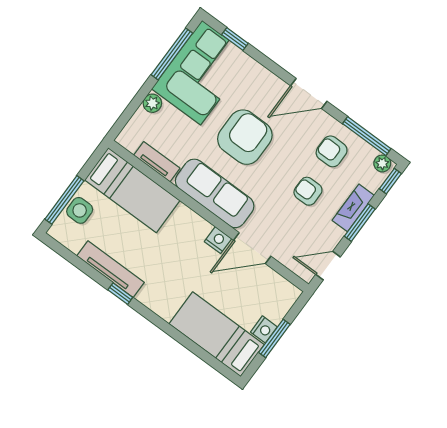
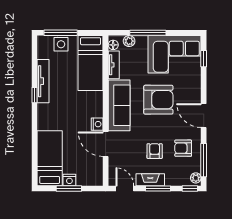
window: (172, 54) -> (148, 33), moved
plant: (152, 103) -> (129, 41), moved
floor lamp: (130, 143) -> (113, 45), added
armchair: (332, 151) -> (183, 148), turned -90
fireplace: (353, 208) -> (150, 180), moved

